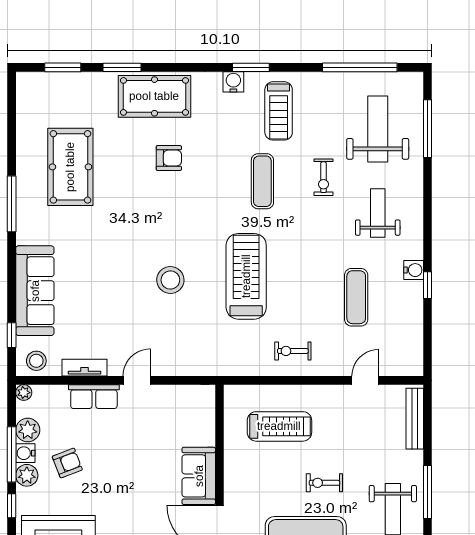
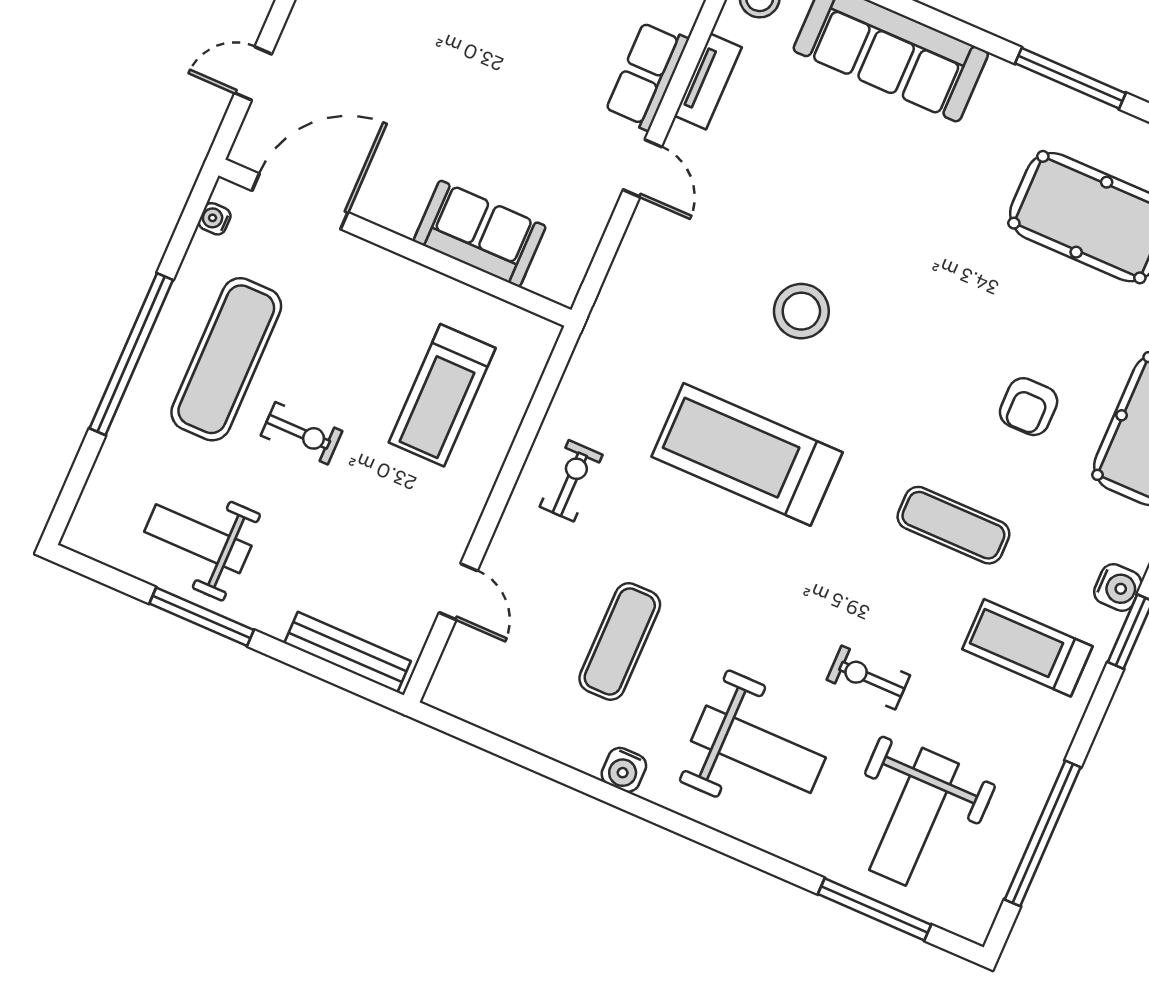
weight bench: (378, 129) -> (914, 817), turned 90
exercise mat: (262, 181) -> (953, 525), moved
weight bench: (378, 213) -> (758, 749), width x1.36, depth x1.33
treadmill: (246, 276) -> (747, 454), turned 180
window: (427, 285) -> (585, 783), removed
exercise mat: (356, 297) -> (620, 641), turned 90
sofa: (199, 476) -> (480, 234), moved
exercise bike: (324, 483) -> (301, 433), turned 90

